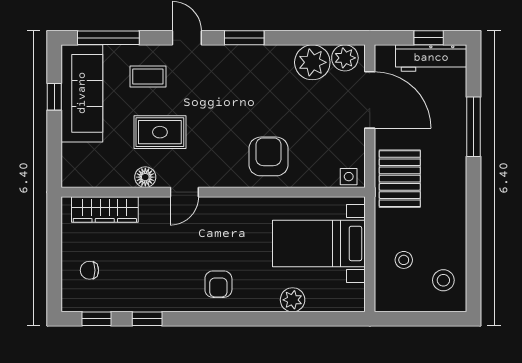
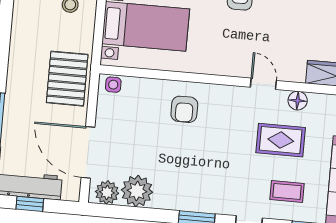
armchair: (268, 156) -> (184, 109), width x0.72, depth x0.72
door: (184, 192) -> (263, 84), hinge flipped

